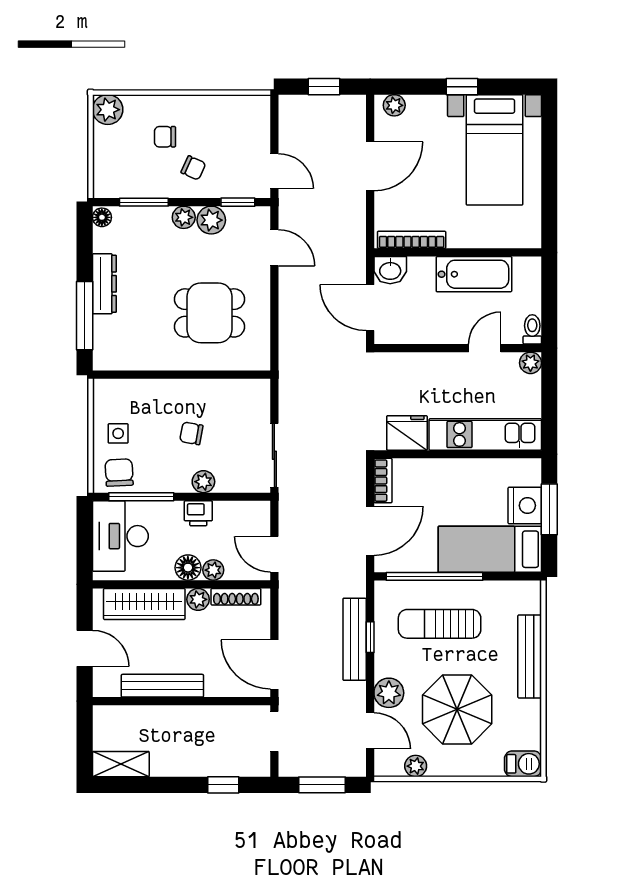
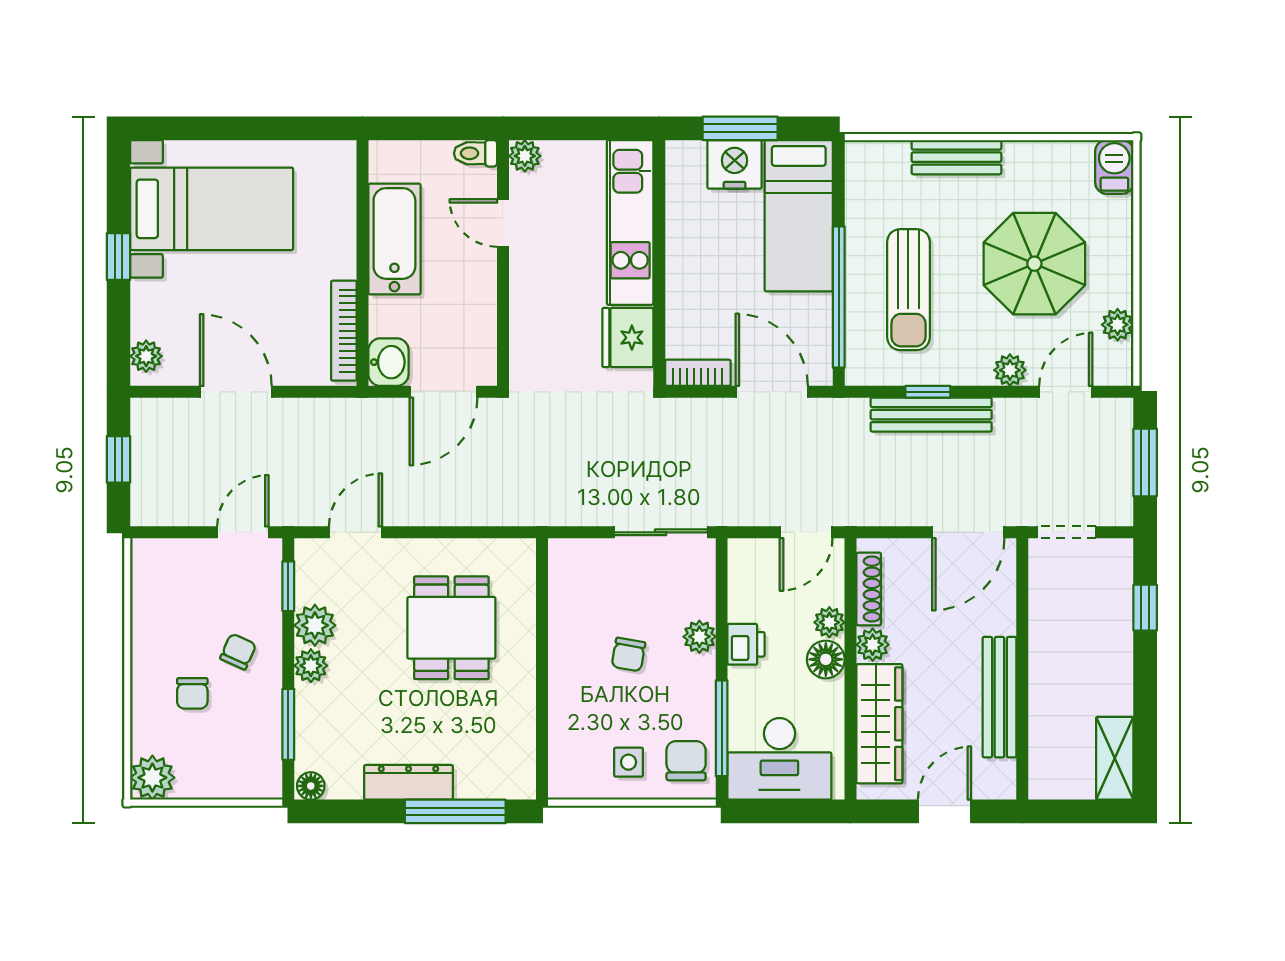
chair: (119, 473) -> (686, 761), turned 93
bench: (530, 656) -> (956, 157), width x0.73
plant: (389, 693) -> (1010, 370), width x0.73, depth x0.73

